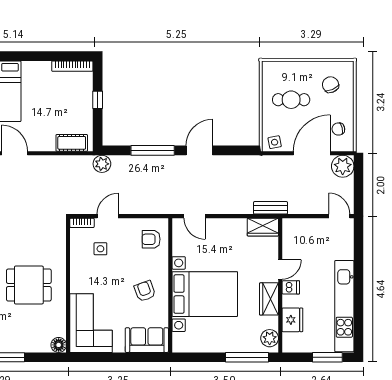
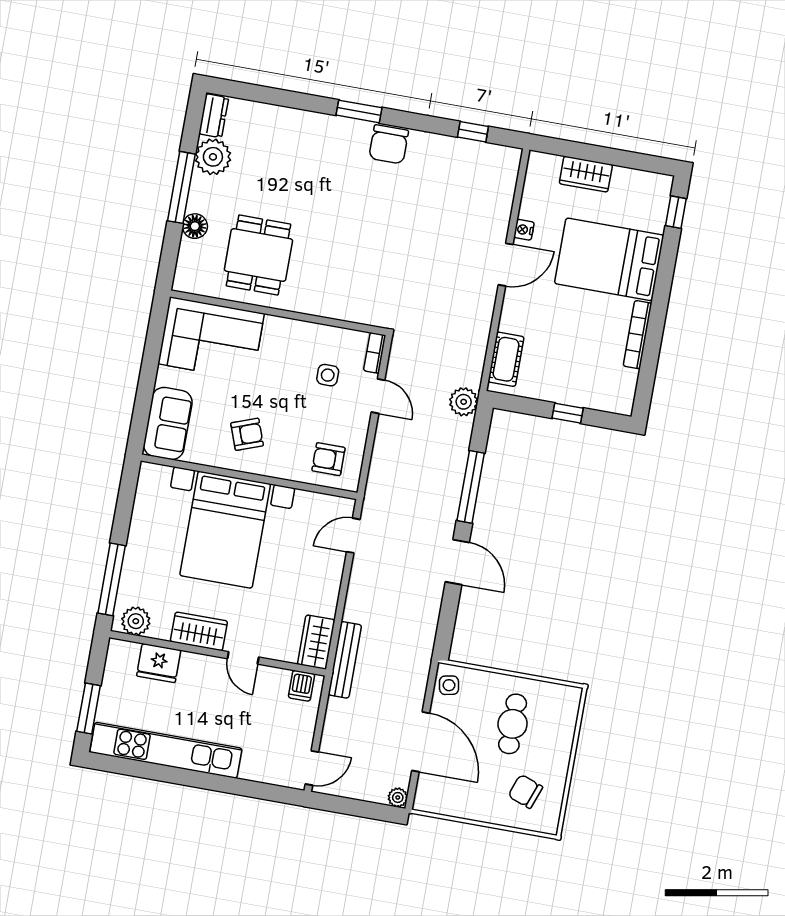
bookcase: (72, 66) -> (638, 335), moved
chair: (330, 85) -> (525, 791), turned -136
chair: (338, 129) -> (452, 791), removed
plant: (343, 166) -> (398, 797), width x0.53, depth x0.53
bench: (271, 208) -> (345, 660), width x1.36
armchair: (151, 239) -> (328, 459), turned -90
dining table: (29, 285) -> (258, 255), moved
dishwasher: (291, 287) -> (302, 686), moved
floor lamp: (59, 345) -> (195, 226), moved

